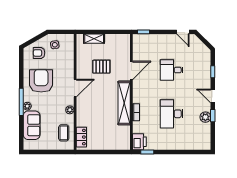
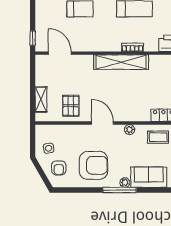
pallet: (101, 67) -> (71, 106), moved
door: (131, 70) -> (60, 53), moved
armchair: (41, 81) -> (93, 165), turned 180

